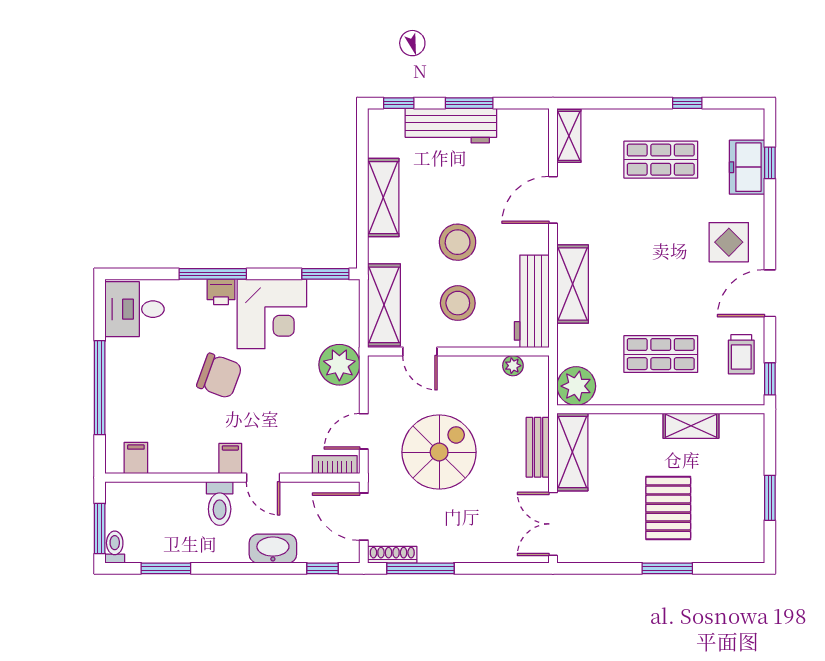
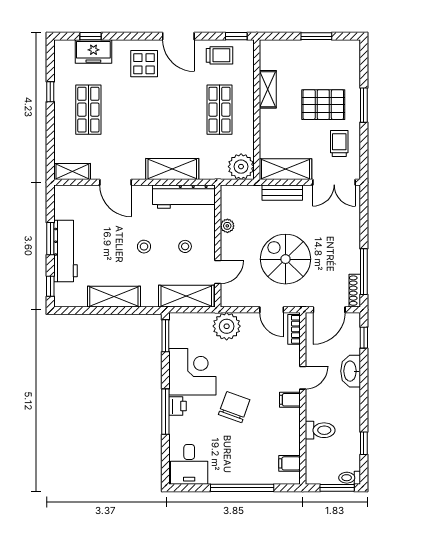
stool: (458, 242) -> (144, 247), width x0.53, depth x0.53
stool: (458, 303) -> (185, 246), width x0.53, depth x0.53
plant: (513, 366) -> (227, 226), moved
toilet: (220, 503) -> (320, 430), moved
trolley: (610, 532) -> (339, 144), added
window: (166, 568) -> (364, 443), width x0.67

